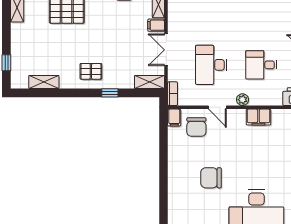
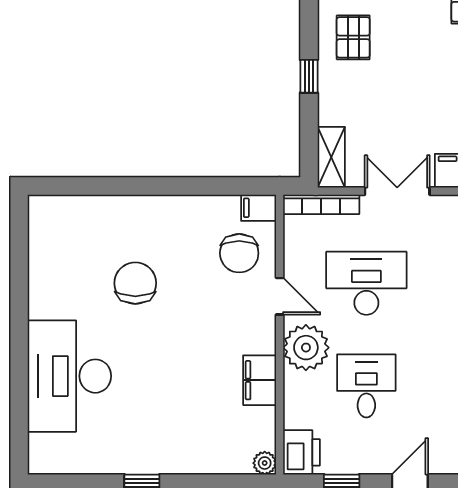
bookcase: (173, 94) -> (321, 204), width x1.56
plant: (243, 100) -> (306, 348), width x1.88, depth x1.88
door: (217, 107) -> (280, 296), swing flipped
chair: (196, 127) -> (239, 253), turned -90

